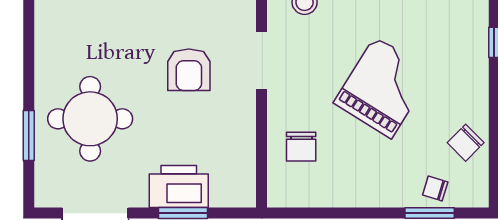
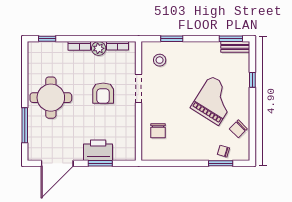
grand piano: (383, 87) -> (214, 100), moved
round table: (90, 119) -> (51, 98), moved
window: (29, 135) -> (25, 125), width x1.44

